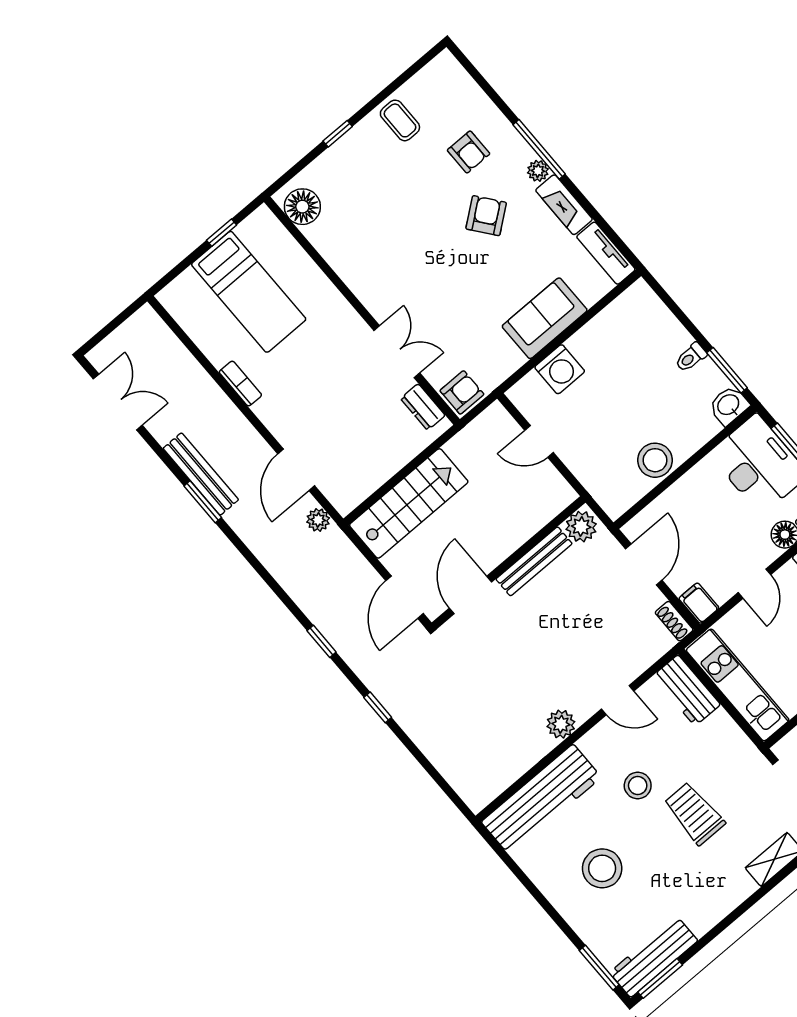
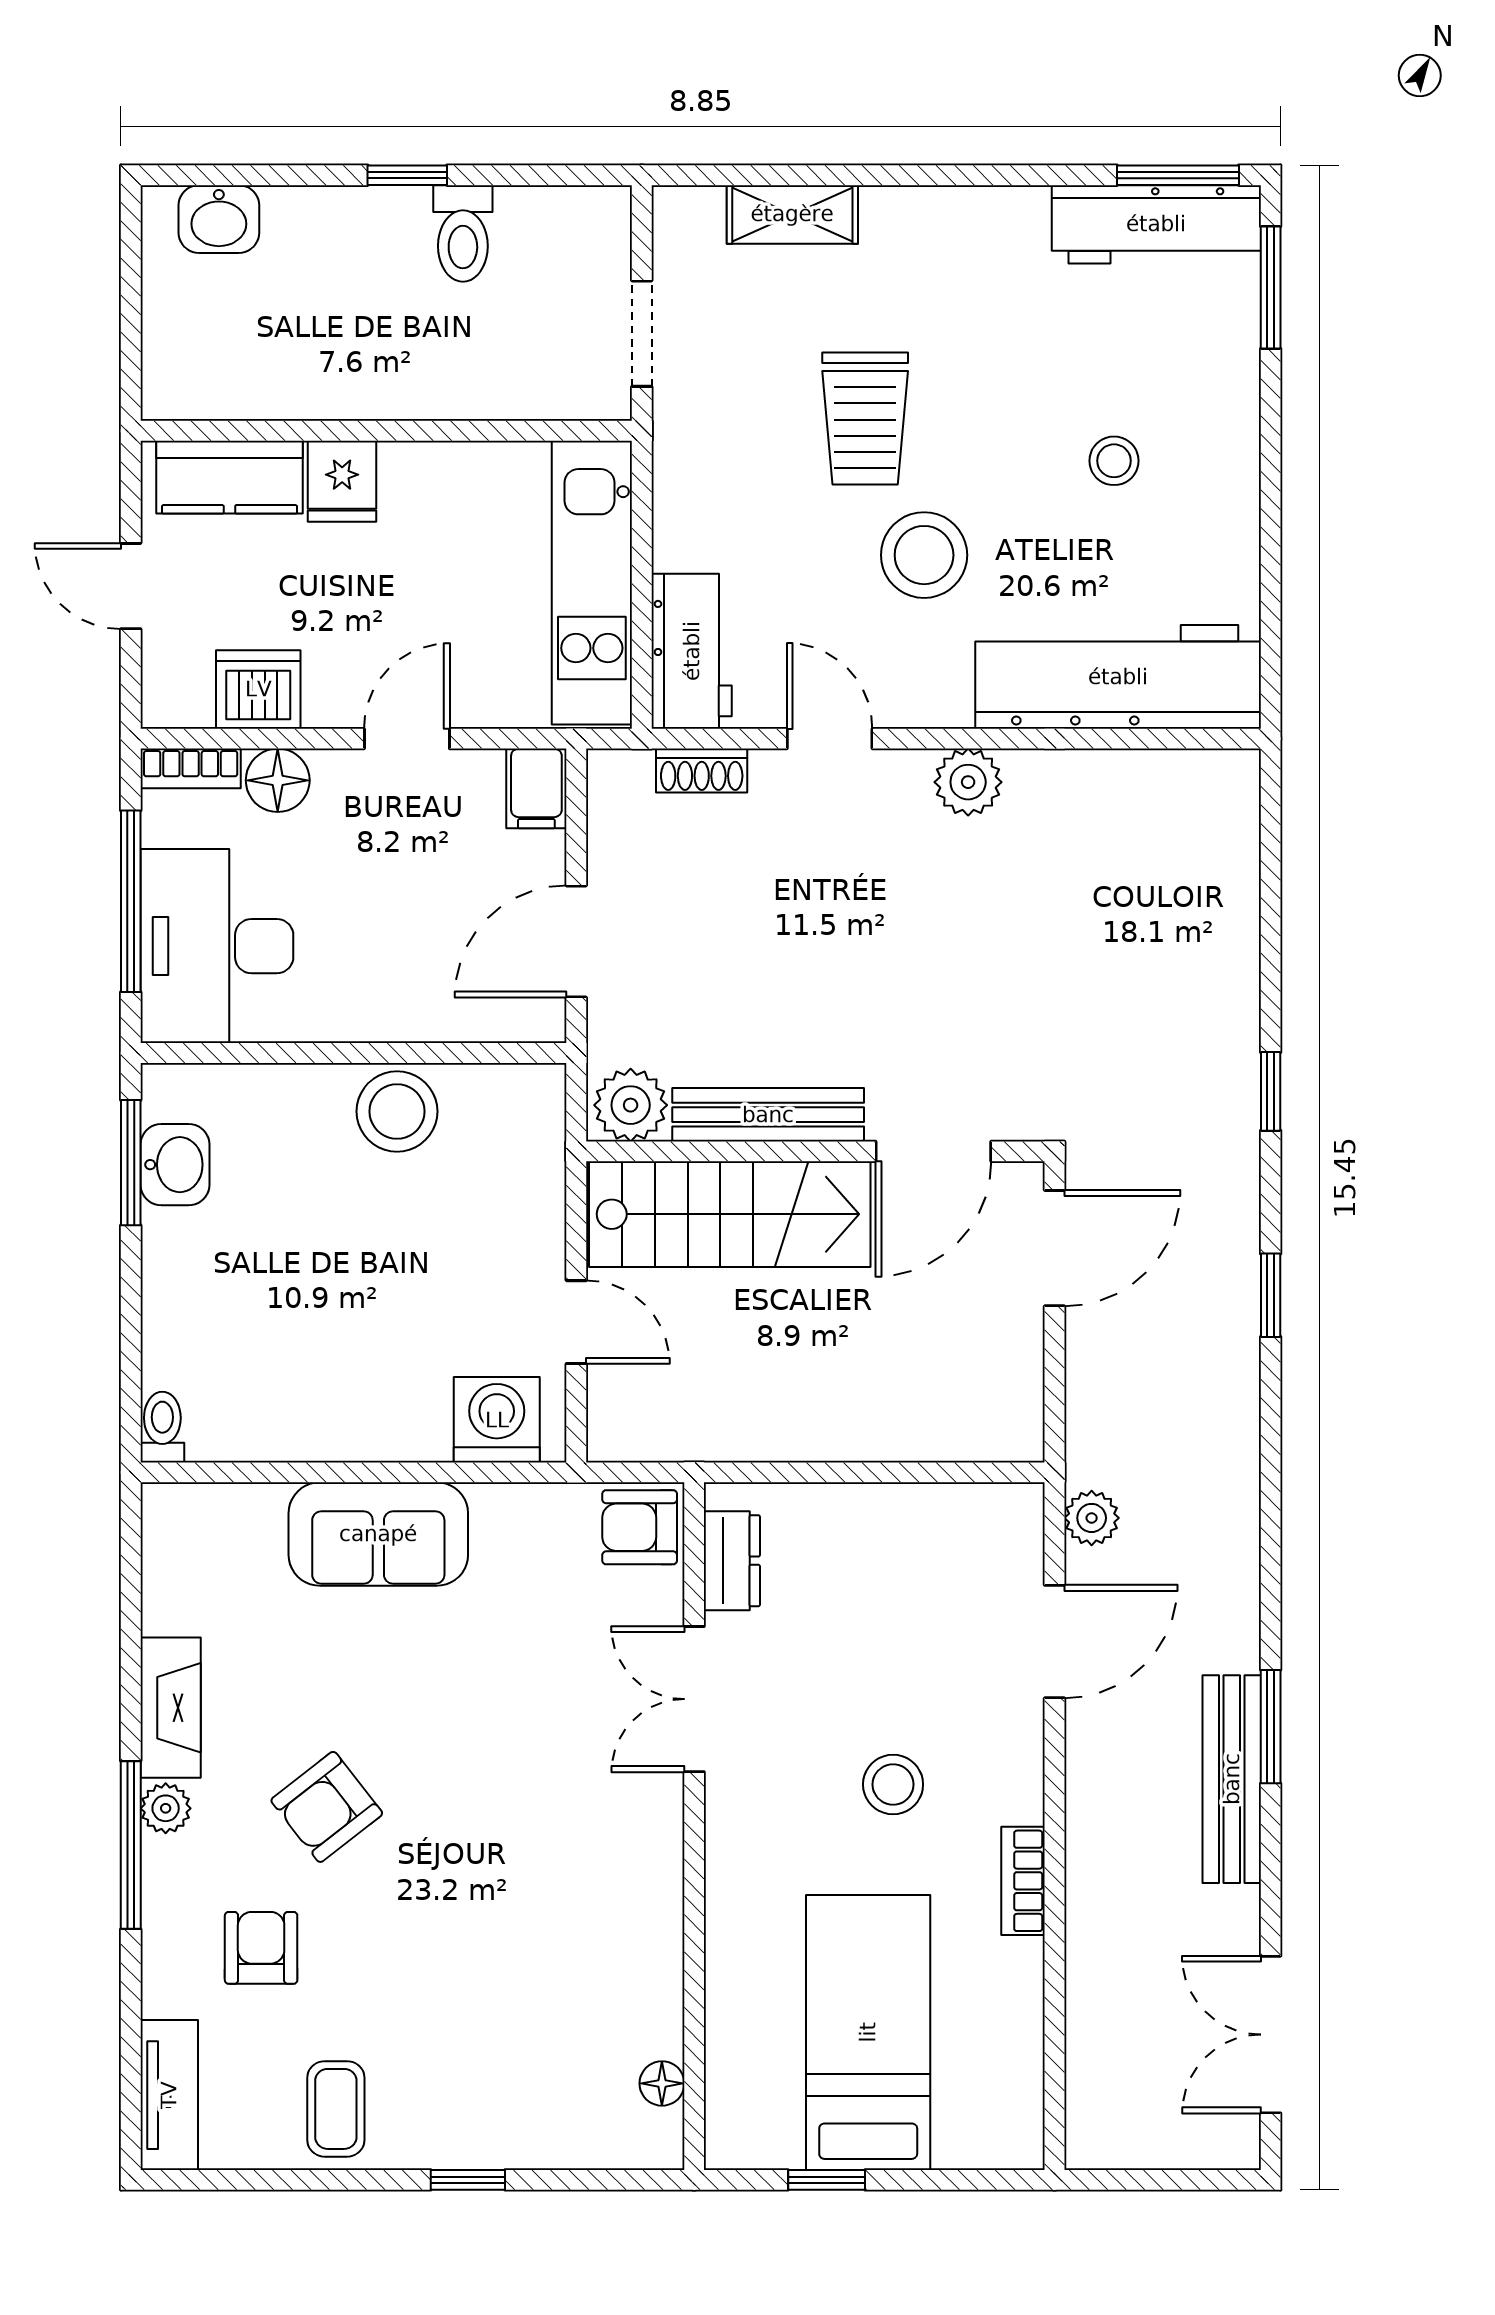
floor lamp: (302, 207) -> (662, 2083), width x0.53, depth x0.53
tv unit: (606, 253) -> (169, 2095), moved
toilet: (691, 357) -> (162, 1427), moved, turned -90
washing machine: (560, 369) -> (497, 1420), moved
stool: (309, 379) -> (893, 1784), added
washbasin: (729, 405) -> (175, 1165), moved, turned -90
stairs: (409, 503) -> (730, 1214), moved, turned 180
shoe rack: (674, 621) -> (702, 771), moved, turned 90
stool: (638, 786) -> (924, 555), width x1.38, depth x1.38
stool: (602, 868) -> (1114, 461), width x0.53, depth x0.53

